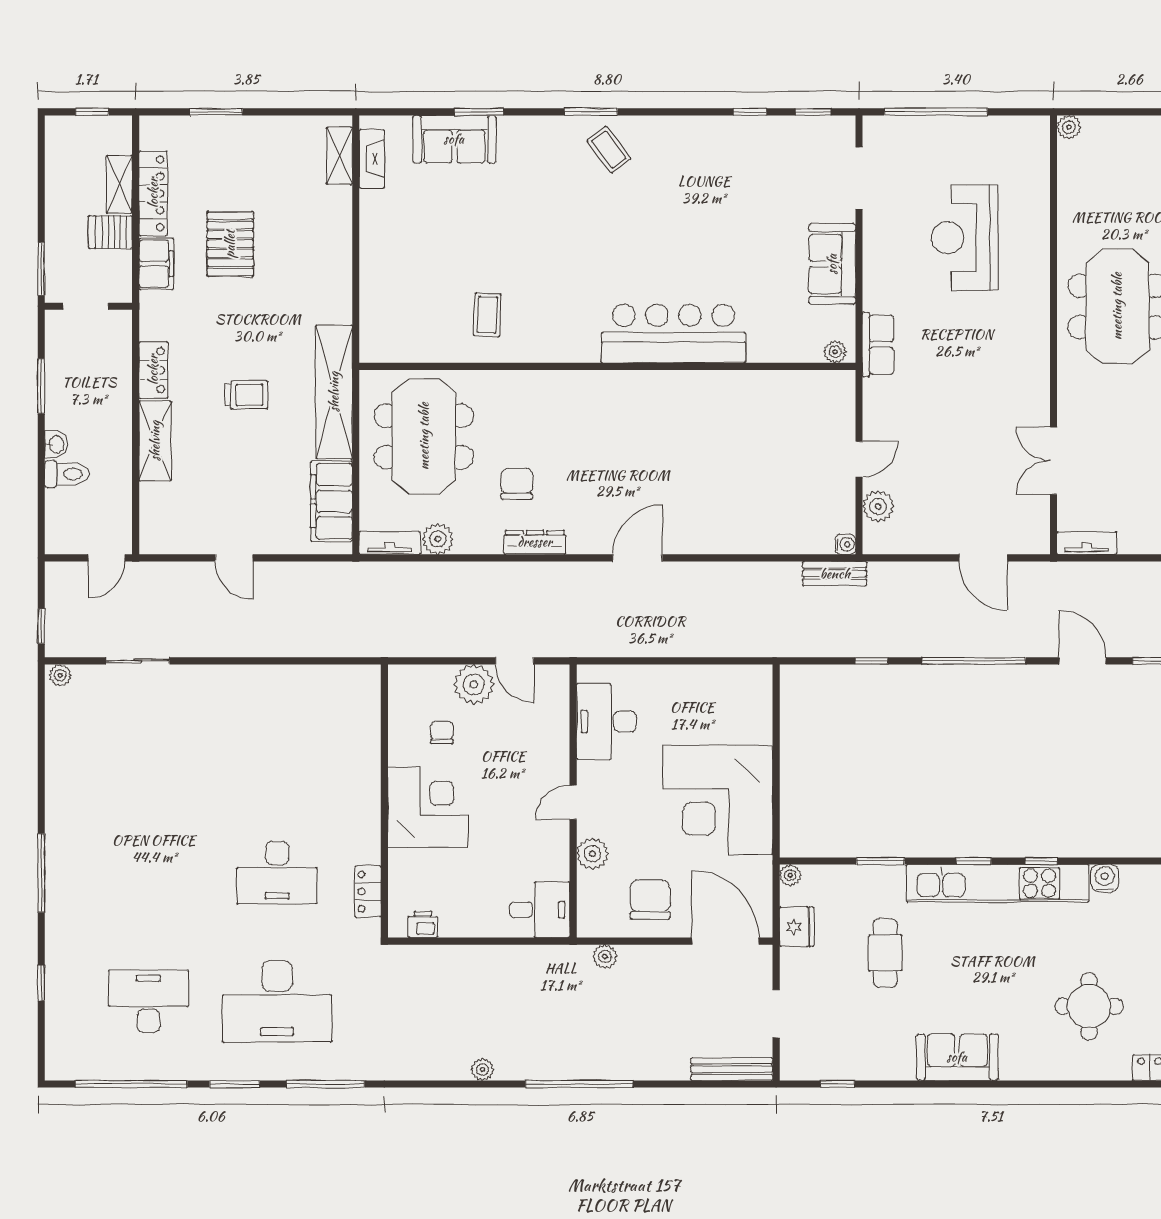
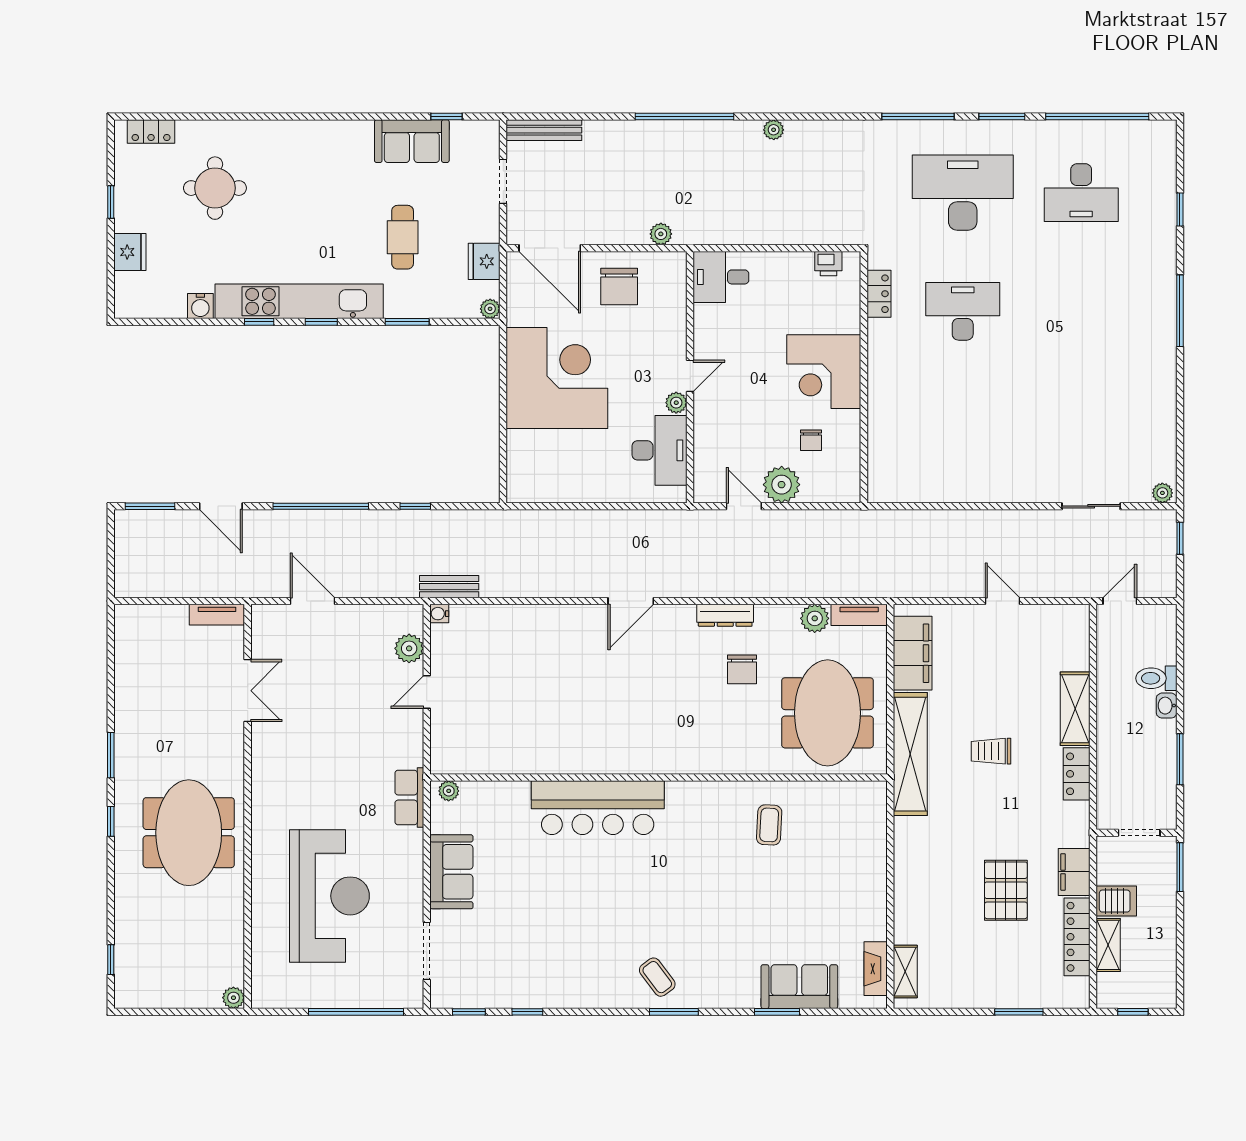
reception desk: (965, 238) -> (329, 896), width x1.36, depth x1.30
plant: (592, 854) -> (676, 403), moved, width x0.73, depth x0.73
sofa: (957, 1057) -> (412, 141), moved

